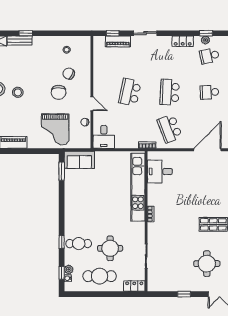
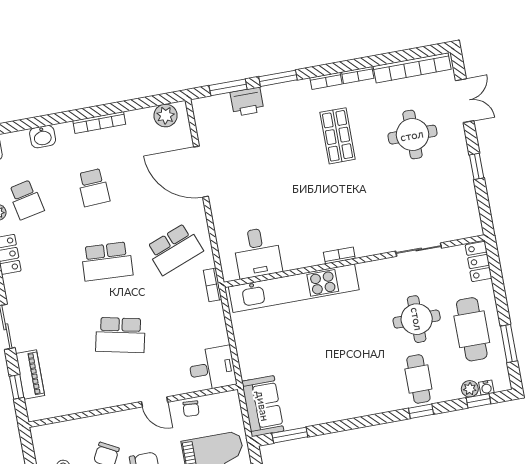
door: (92, 104) -> (155, 402), swing flipped
window: (89, 294) -> (509, 344), added

